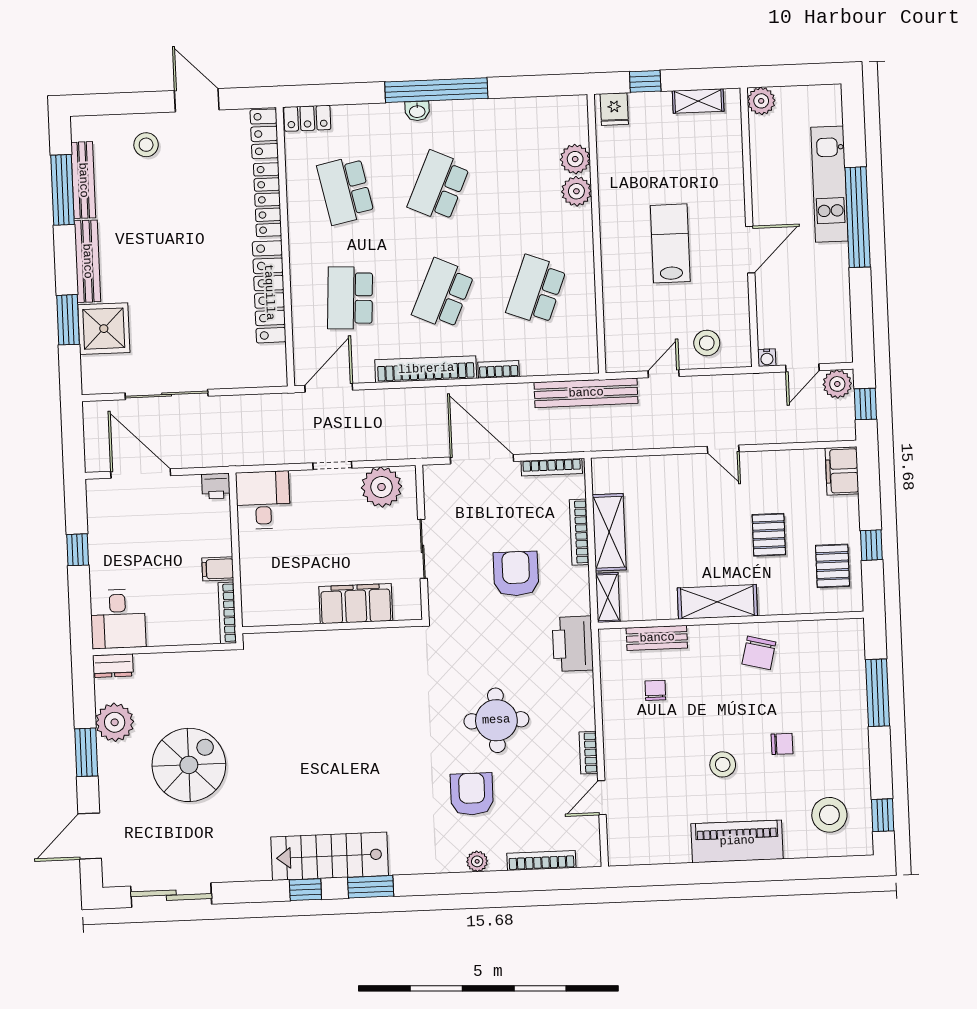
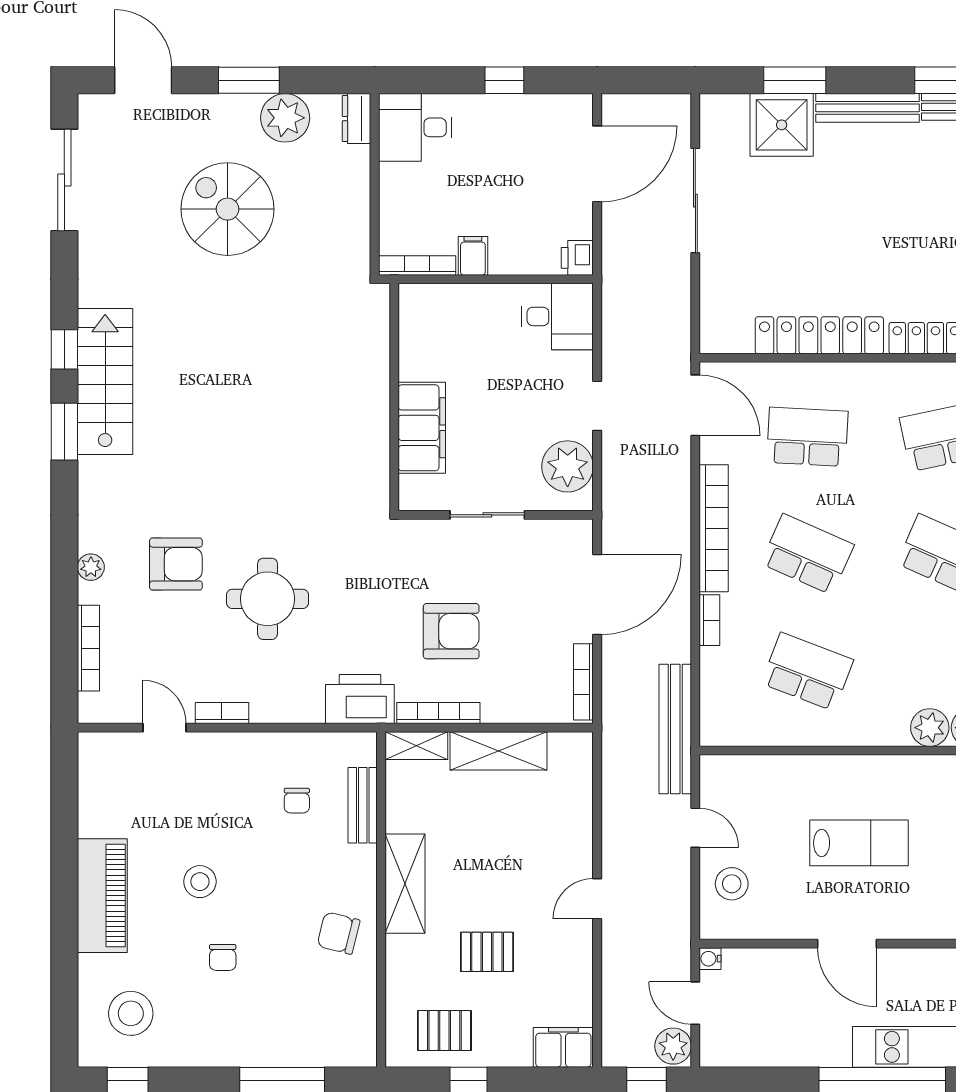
bookcase: (579, 532) -> (438, 713), moved
chair: (655, 690) -> (297, 801), turned 90
spiral stairs: (189, 765) -> (228, 209), turned 180

